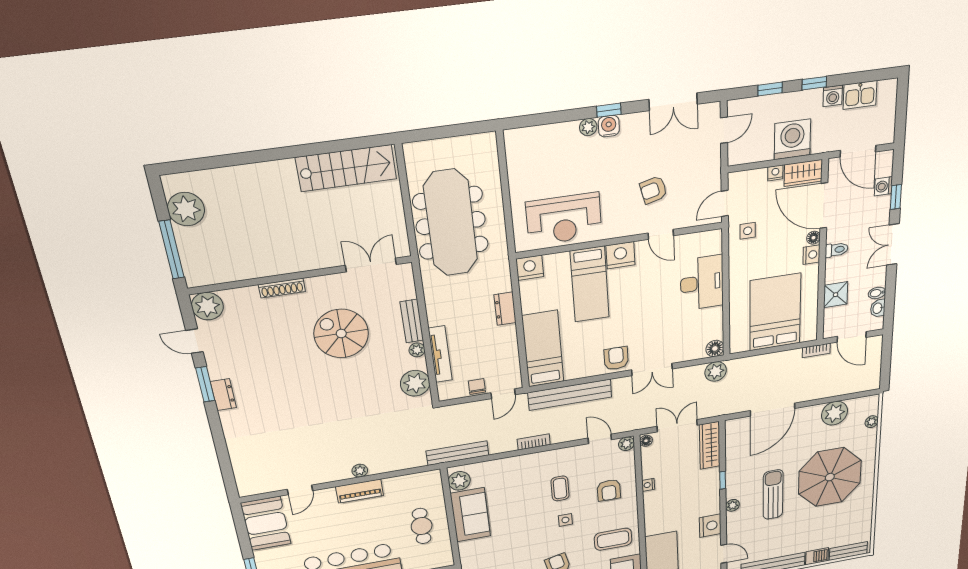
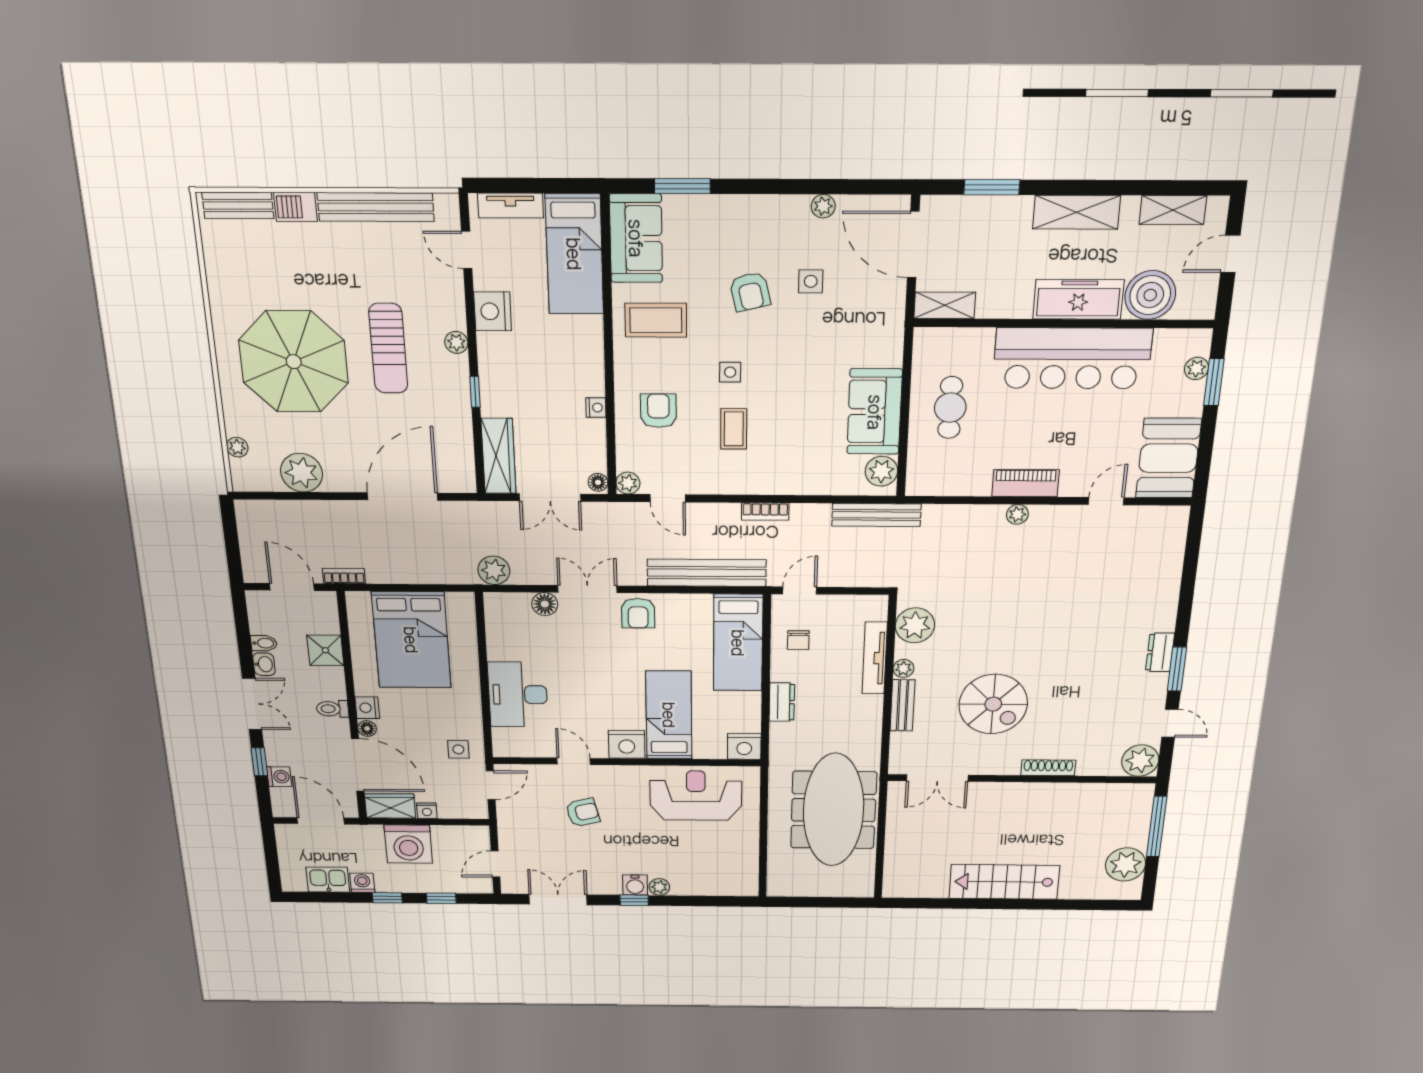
stairs: (346, 168) -> (1004, 882), moved
washbasin: (878, 308) -> (264, 664), moved
floor lamp: (715, 348) -> (545, 604), moved
chair: (477, 387) -> (798, 640), moved

